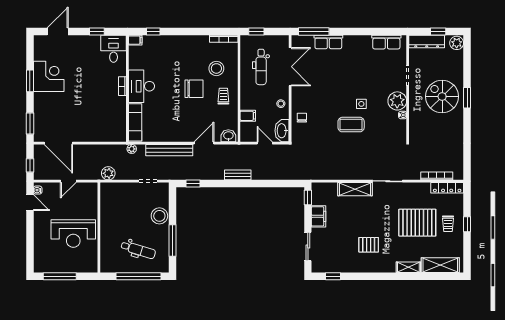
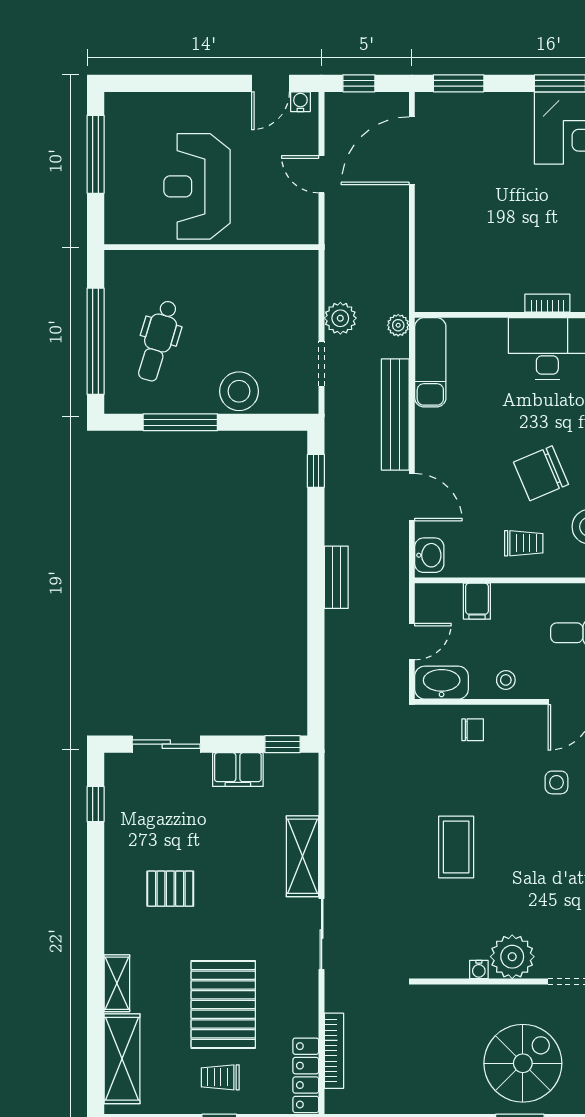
chair: (194, 89) -> (541, 473), turned 67
side table: (361, 104) -> (556, 782), moved
exam couch: (135, 122) -> (430, 362), moved, turned -90
plant: (108, 173) -> (340, 318), moved
pallet: (369, 245) -> (170, 889), turned 90

